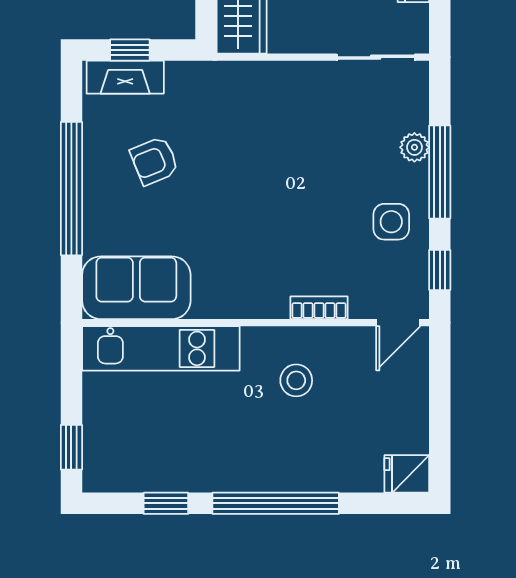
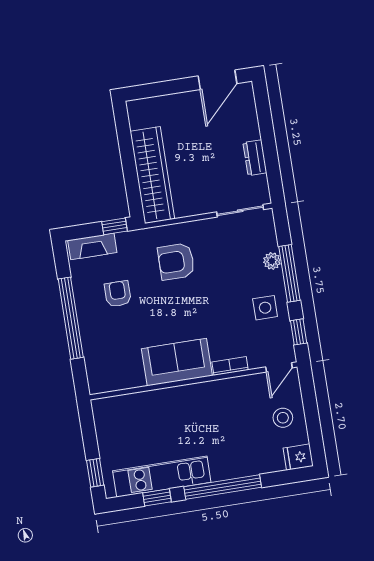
window: (130, 50) -> (115, 226), moved
armchair: (258, 123) -> (176, 262), added
armchair: (154, 161) -> (118, 294), turned 112
sofa: (136, 288) -> (177, 362), moved
kitchen unit: (161, 348) -> (162, 477), moved, turned 180
stool: (296, 380) -> (283, 418), moved

